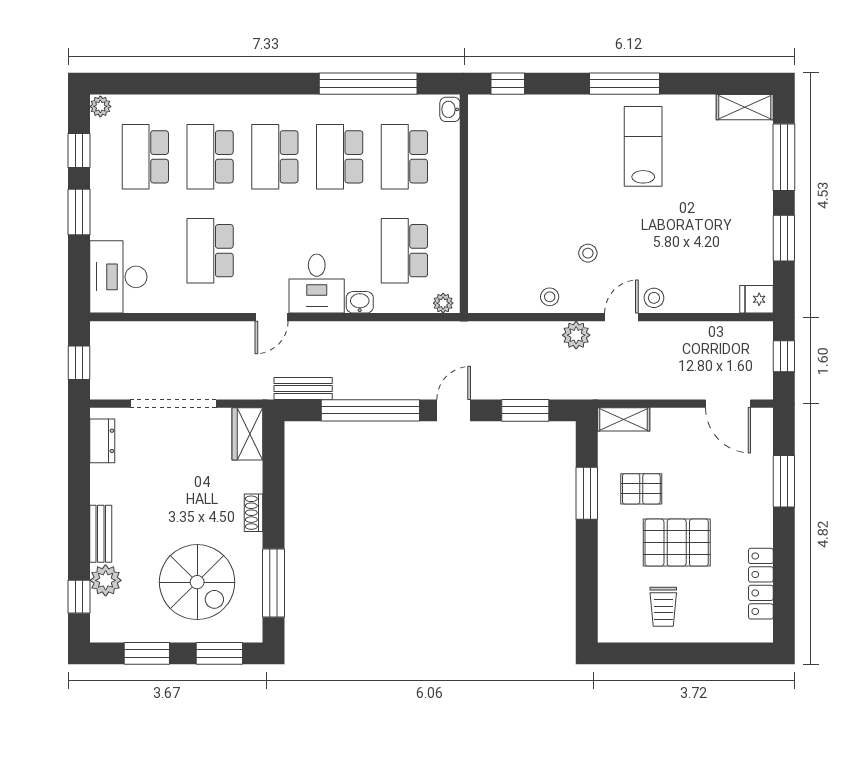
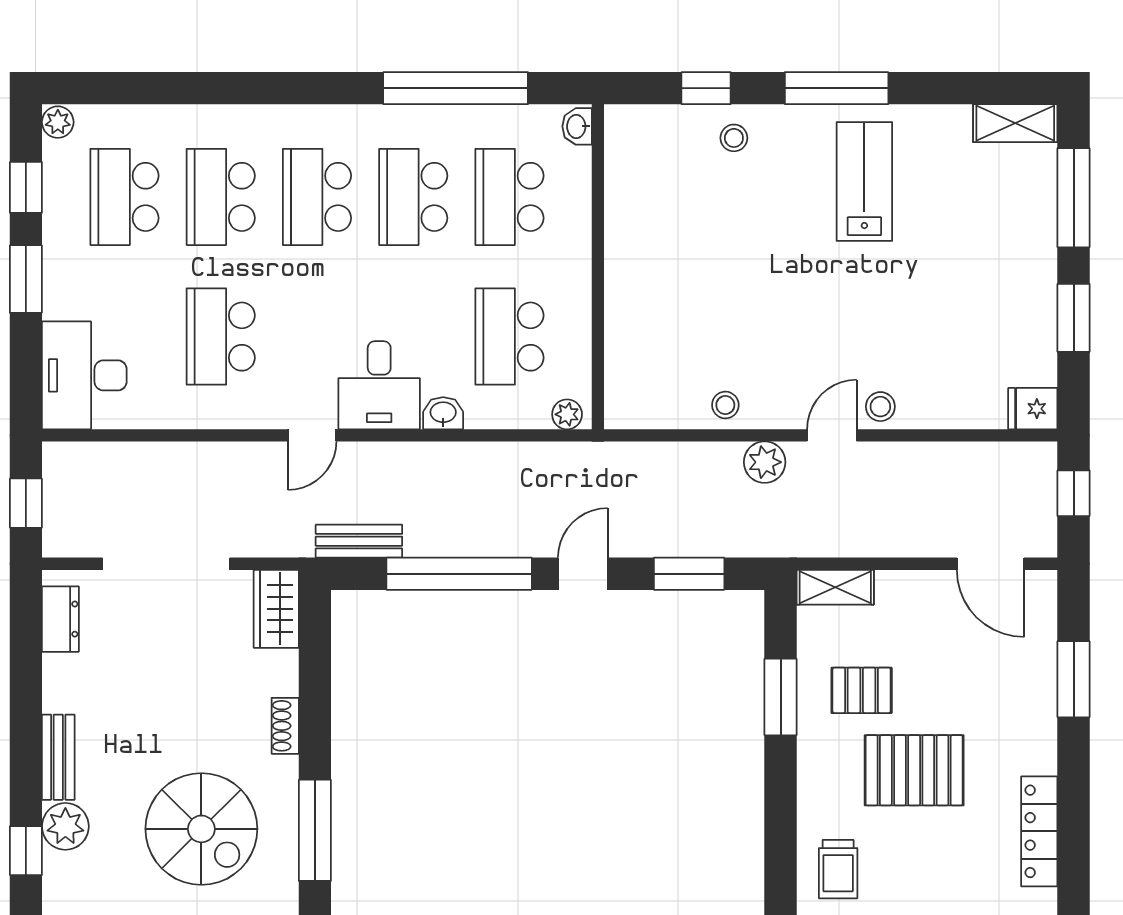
window: (508, 84) -> (706, 88), moved
stool: (588, 253) -> (734, 138), moved
trolley: (663, 607) -> (838, 869), moved

